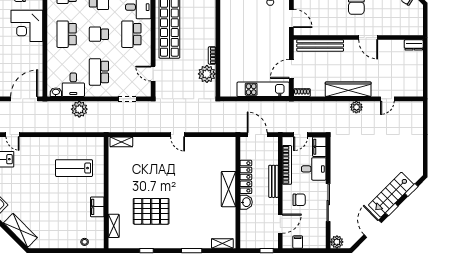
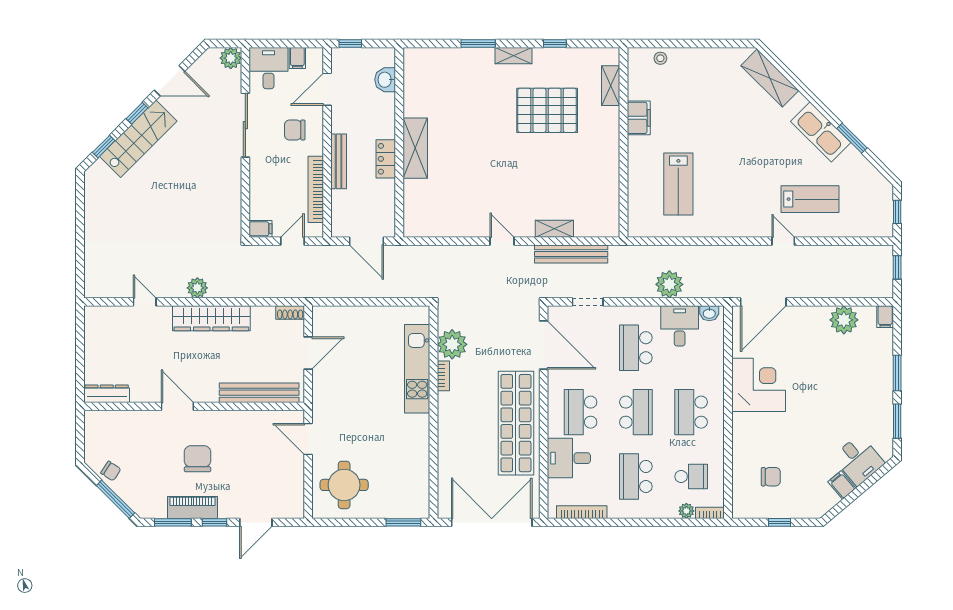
corner desk: (27, 26) -> (759, 385), moved
school desk: (67, 34) -> (691, 412), turned 180
school desk: (99, 34) -> (636, 412), width x1.85
school desk: (131, 34) -> (581, 412), turned 180
dresser: (414, 45) -> (107, 394), width x1.44
school desk: (99, 72) -> (636, 348), turned 180
door: (153, 74) -> (544, 345), width x1.87
kitchen unit: (263, 89) -> (417, 369), moved, turned 90
door: (387, 99) -> (145, 302), hinge flipped
bench: (137, 127) -> (571, 254), added
shelving: (121, 142) -> (554, 229), moved
filing cabinet: (319, 147) -> (260, 229), width x0.50
lab bench: (74, 168) -> (678, 184), turned 90
desk: (314, 169) -> (269, 68), moved, turned 90
locker: (246, 177) -> (386, 159), width x0.66
washbasin: (246, 202) -> (385, 80), moved
door: (373, 229) -> (170, 81), hinge flipped
shelving: (222, 243) -> (513, 56), moved

